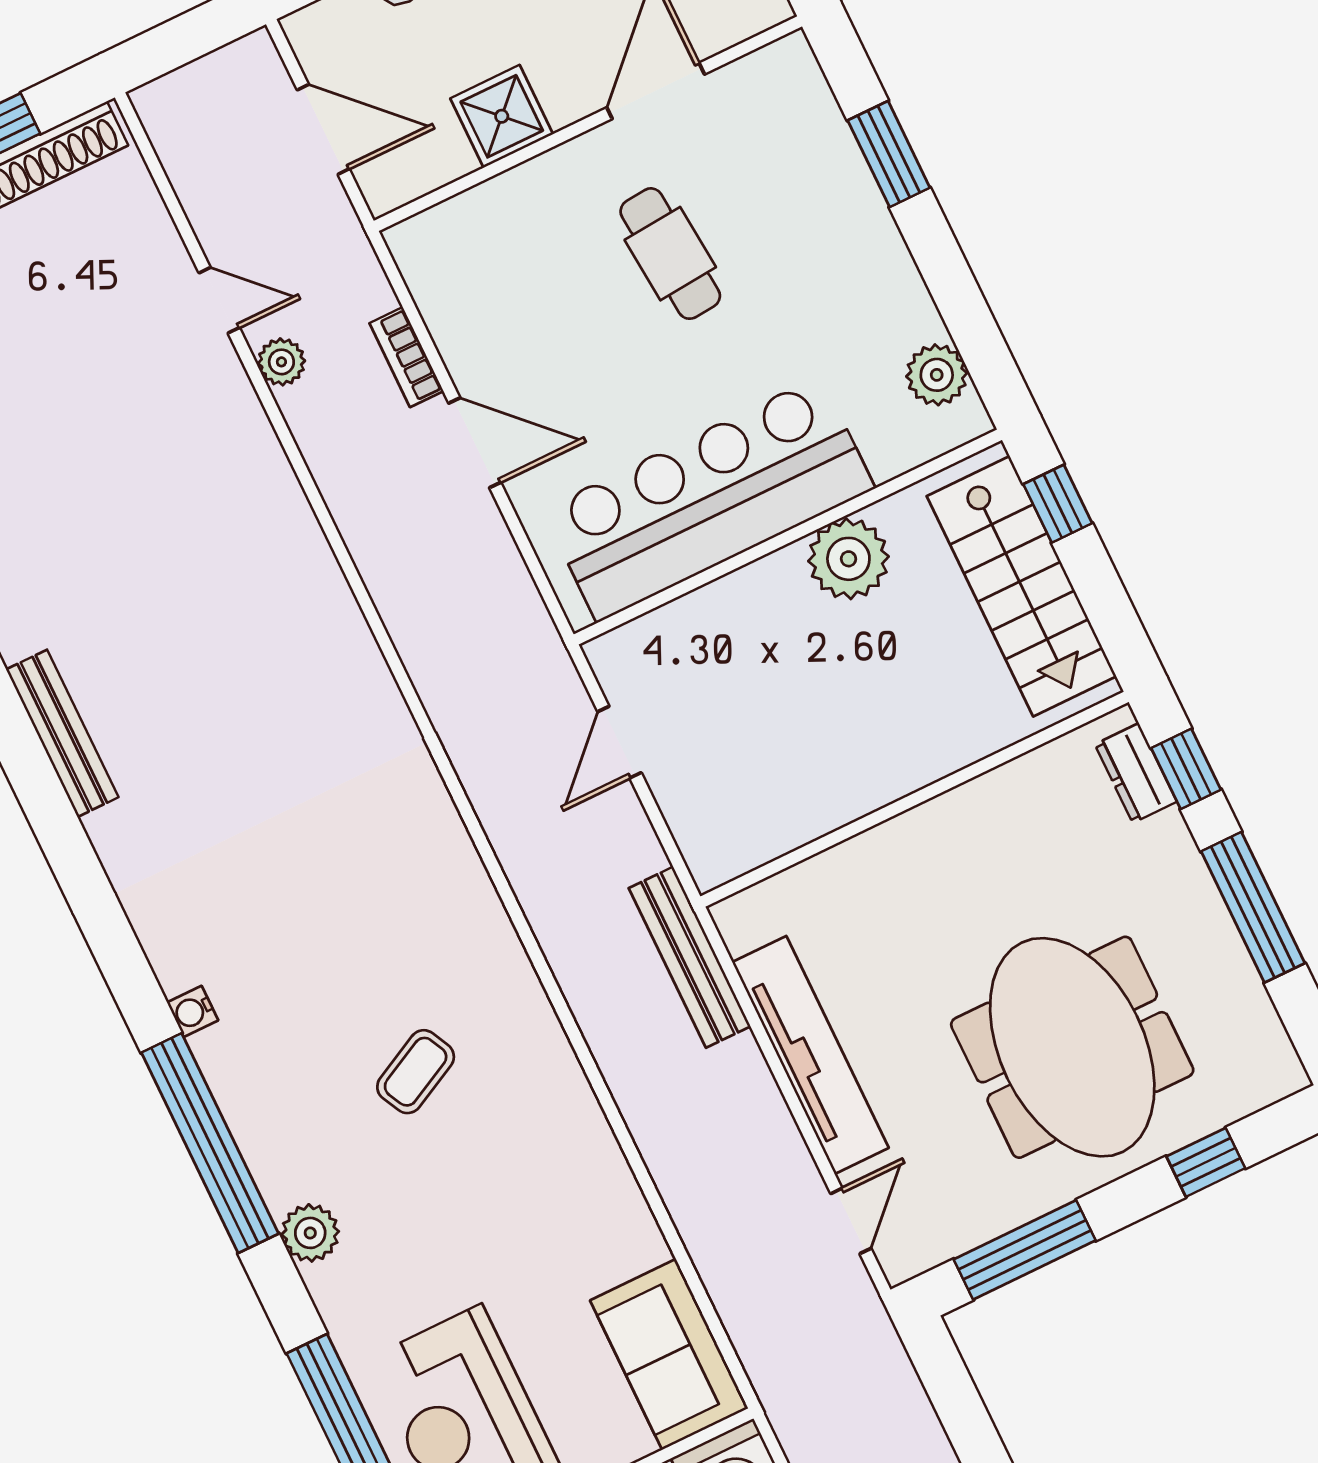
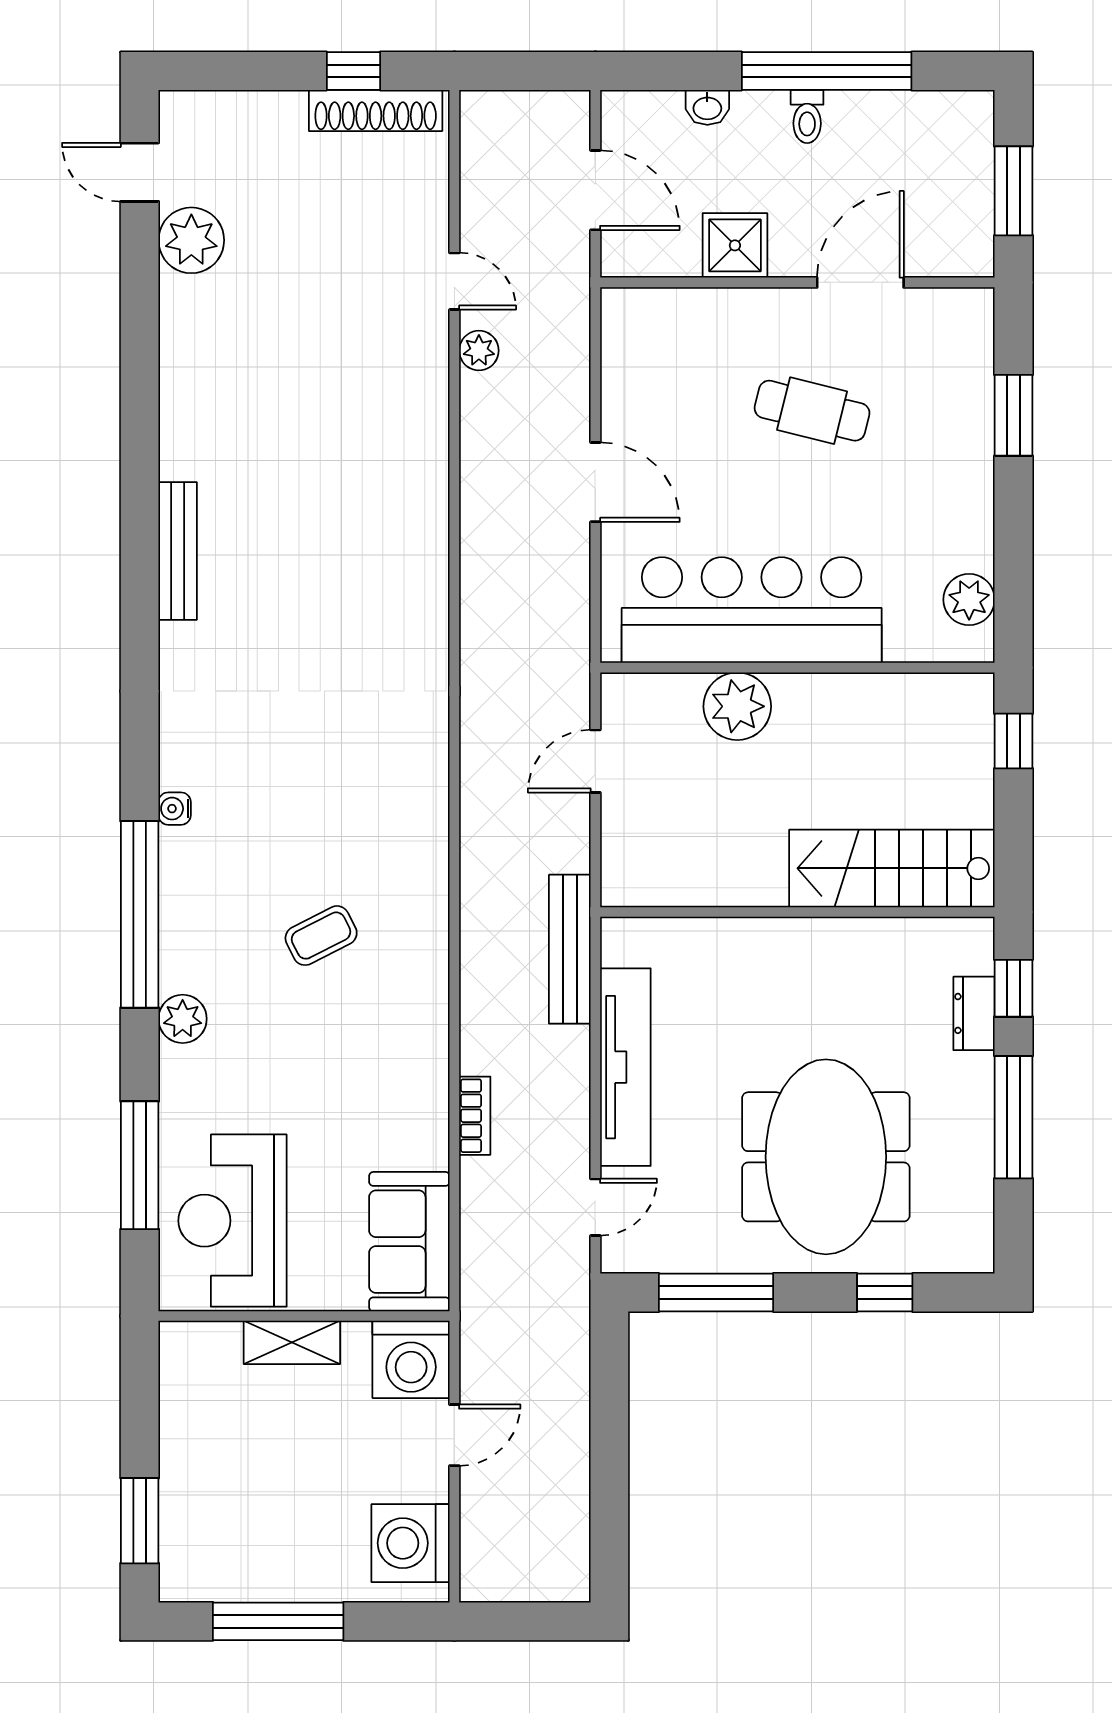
cafe table: (670, 254) -> (812, 411), turned -71
bookcase: (406, 357) -> (475, 1116), moved, turned 180
plant: (848, 559) -> (737, 706), moved
stairs: (1021, 586) -> (892, 868), moved, turned 90
dresser: (1136, 773) -> (974, 1013), moved

